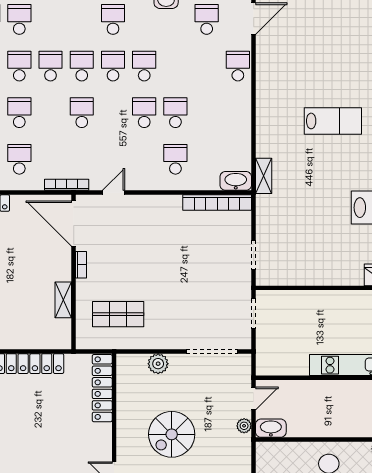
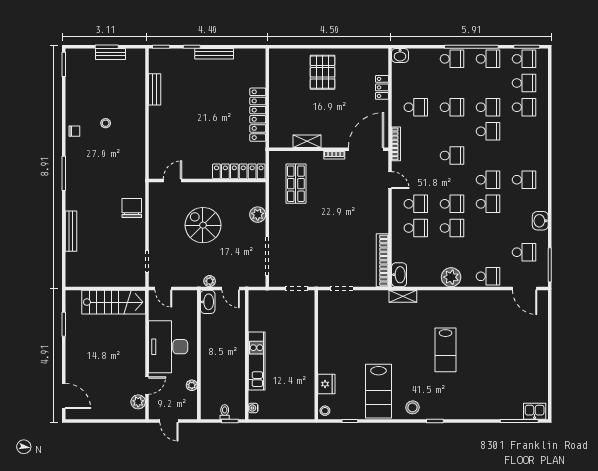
school desk: (82, 66) -> (416, 204), moved
plant: (239, 114) -> (451, 277), added

